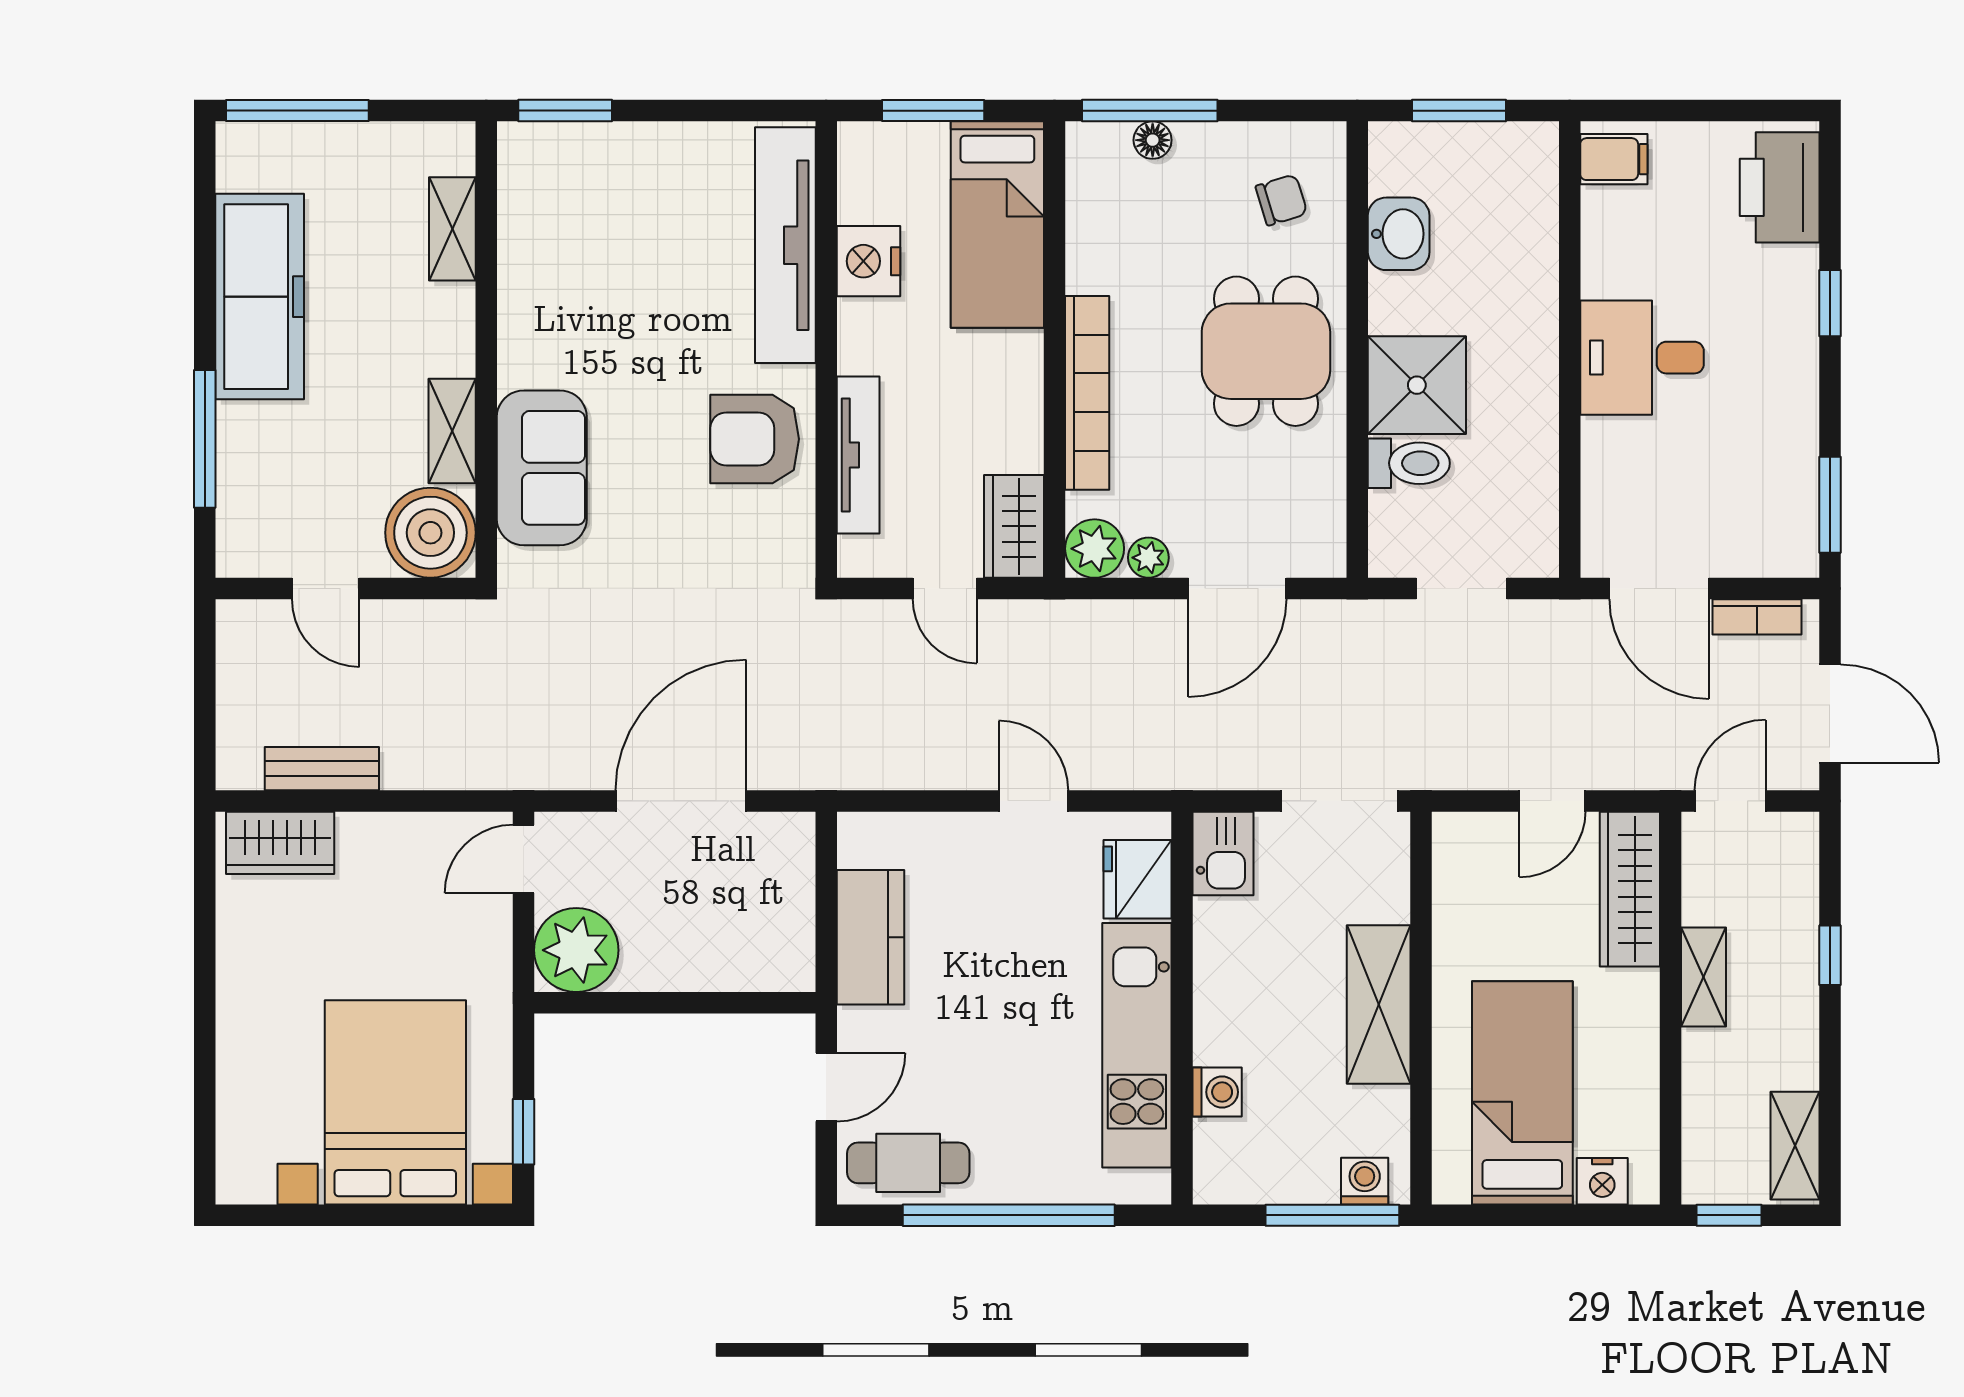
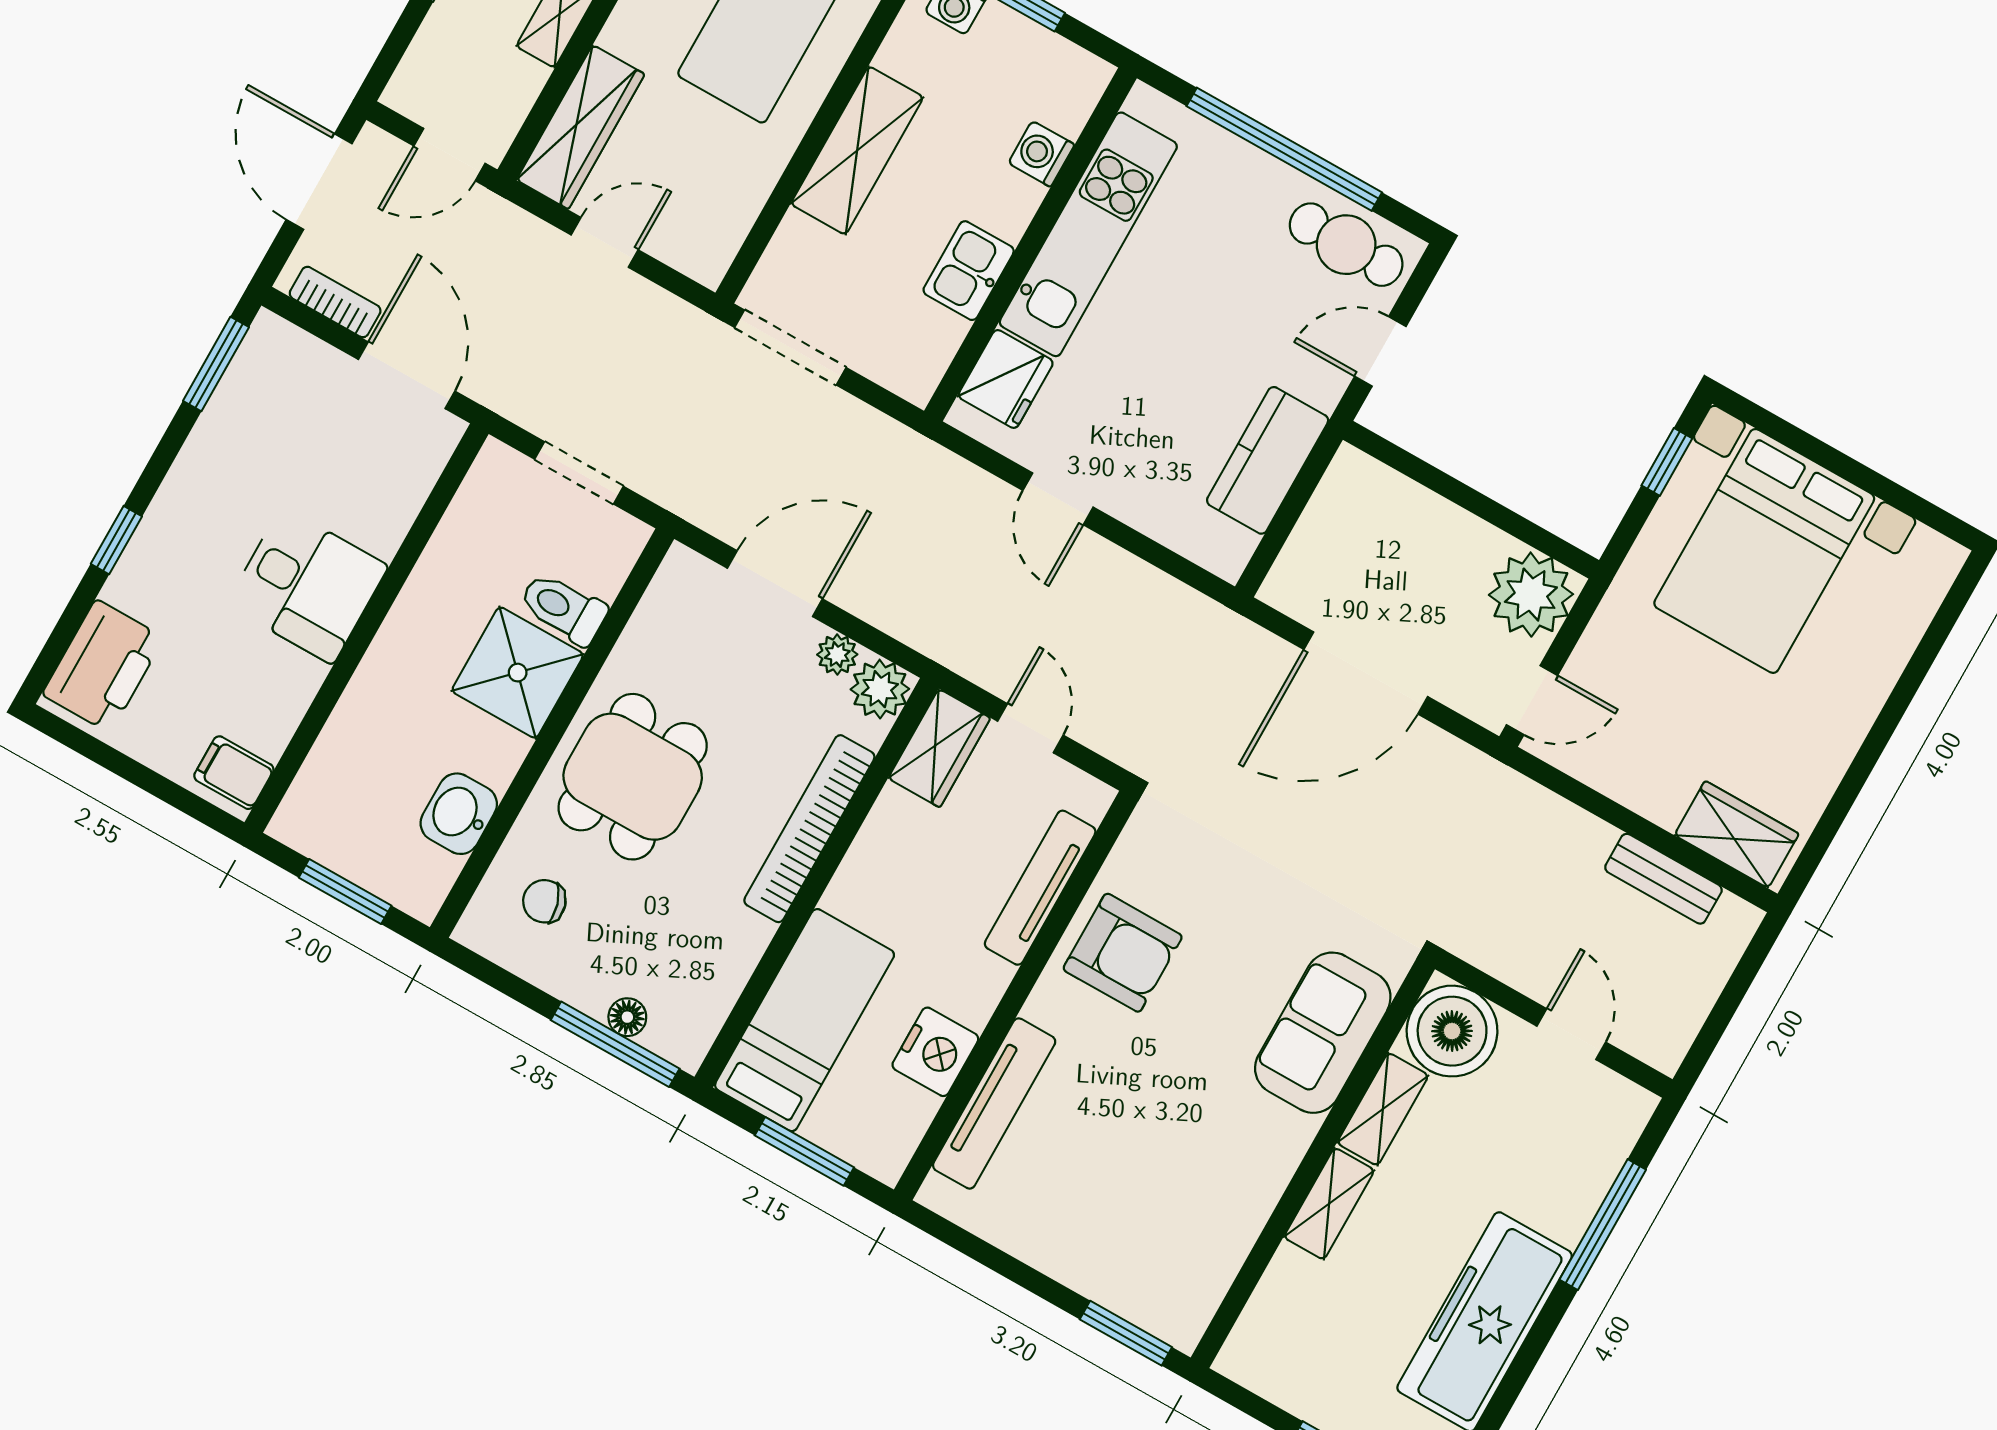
shelving: (452, 229) -> (1329, 1204), moved
tv unit: (785, 245) -> (994, 1103), width x0.73, depth x0.78
kitchen sink: (1223, 853) -> (969, 271), moved

